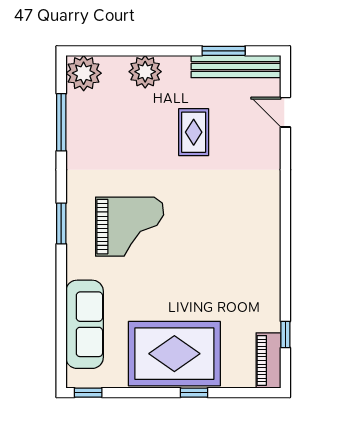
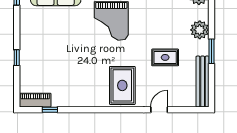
window: (224, 51) -> (211, 51), moved
door: (285, 112) -> (159, 110), moved
rug: (174, 354) -> (122, 85), moved, width x0.73, depth x0.69

